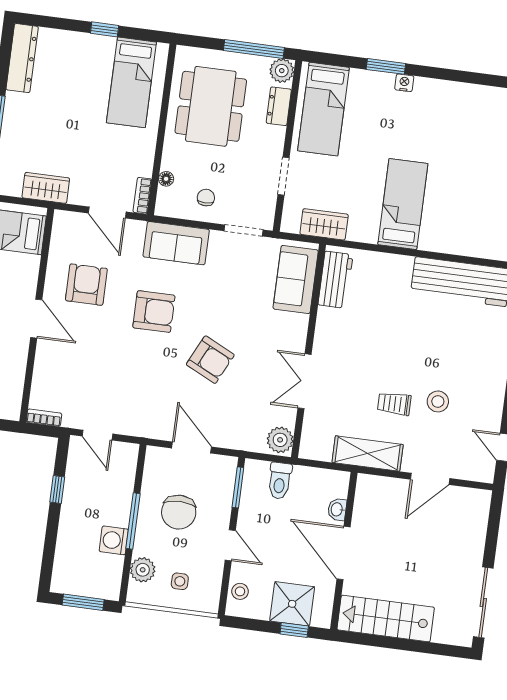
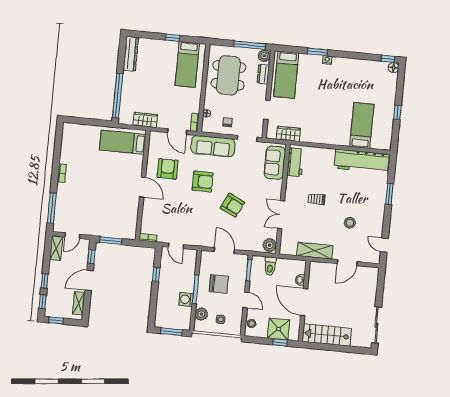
bed: (403, 204) -> (362, 125), moved
sofa: (176, 243) -> (213, 146), width x1.36
trolley: (394, 404) -> (317, 199), moved
chair: (179, 512) -> (219, 284), turned -90

